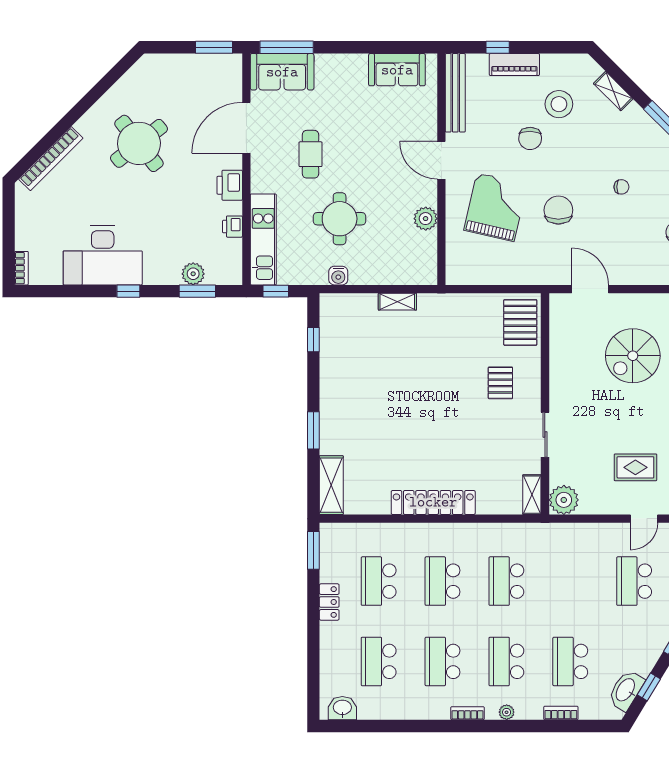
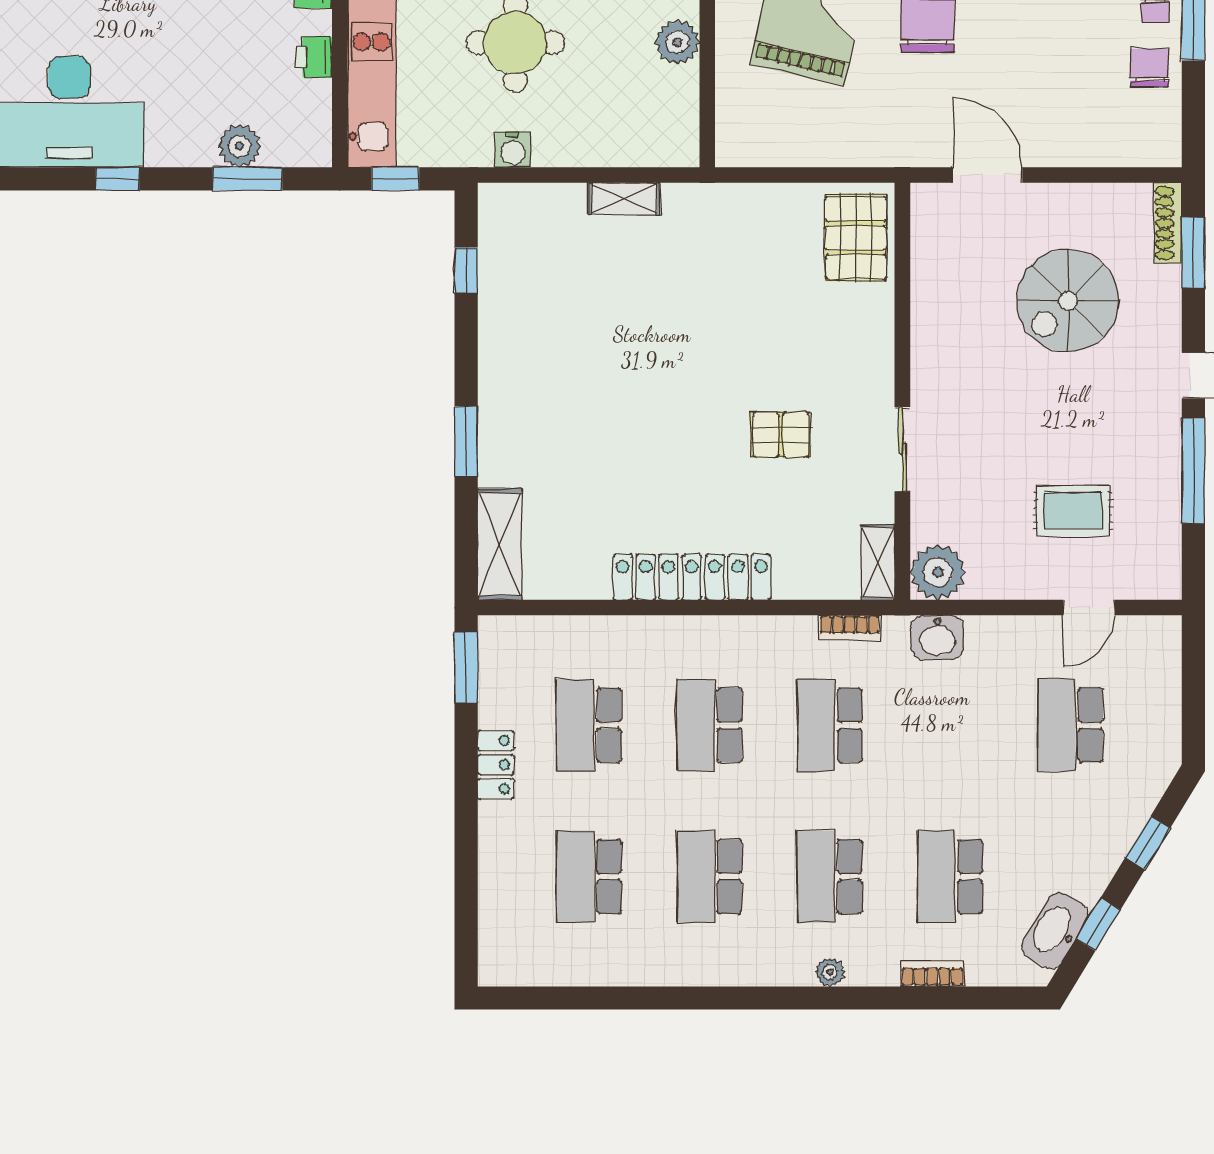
pallet: (500, 383) -> (781, 435), moved, turned 90
washbasin: (342, 708) -> (937, 637), moved, turned 180
bookcase: (468, 713) -> (850, 628), moved, turned 180

